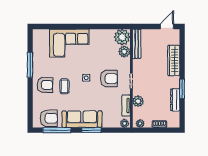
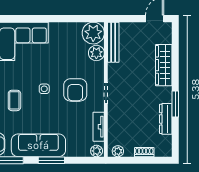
armchair: (109, 79) -> (75, 90), turned 90
plant: (138, 101) -> (115, 121), removed

